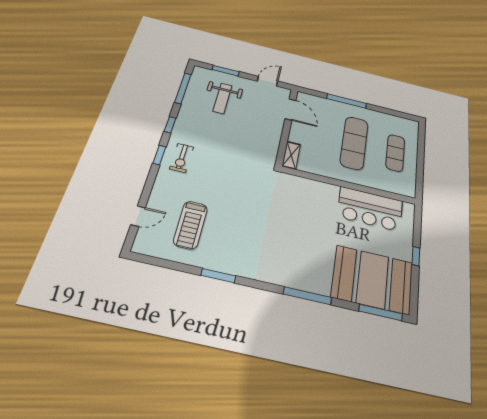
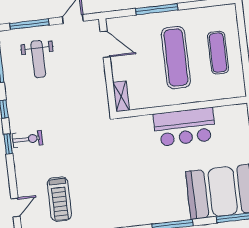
window: (226, 71) -> (29, 24), width x1.44
exercise bike: (182, 158) -> (27, 139), turned -90
bar counter: (370, 209) -> (185, 127), moved

